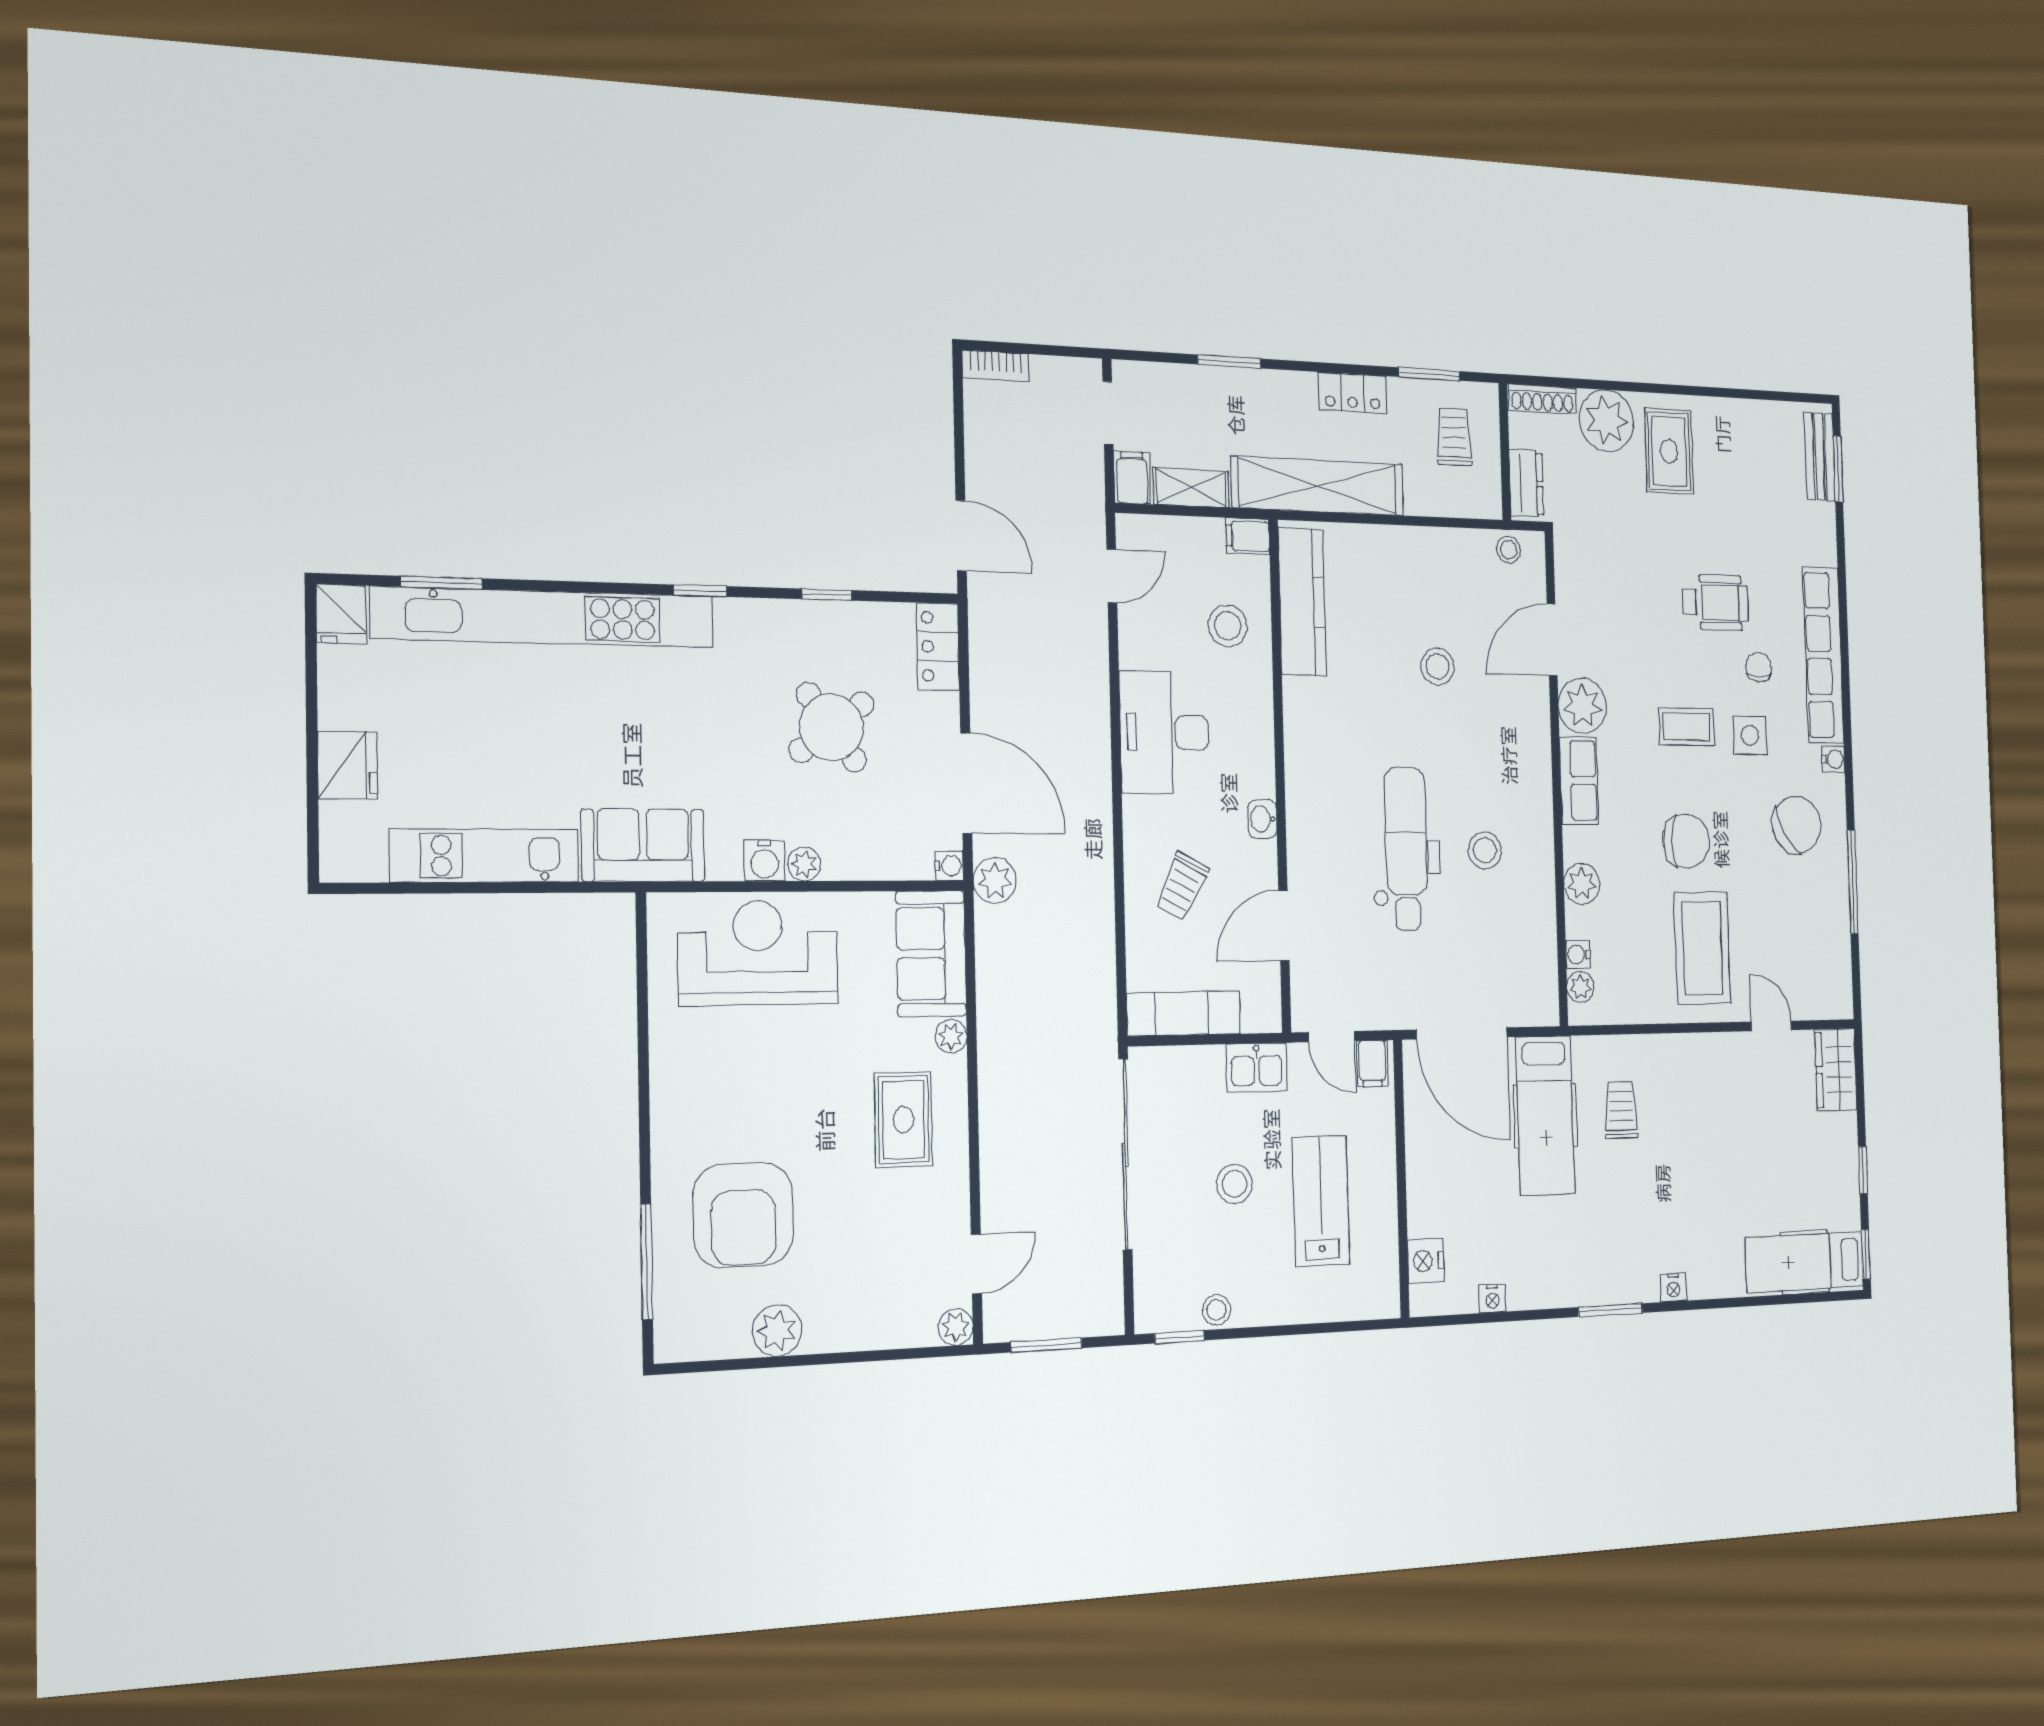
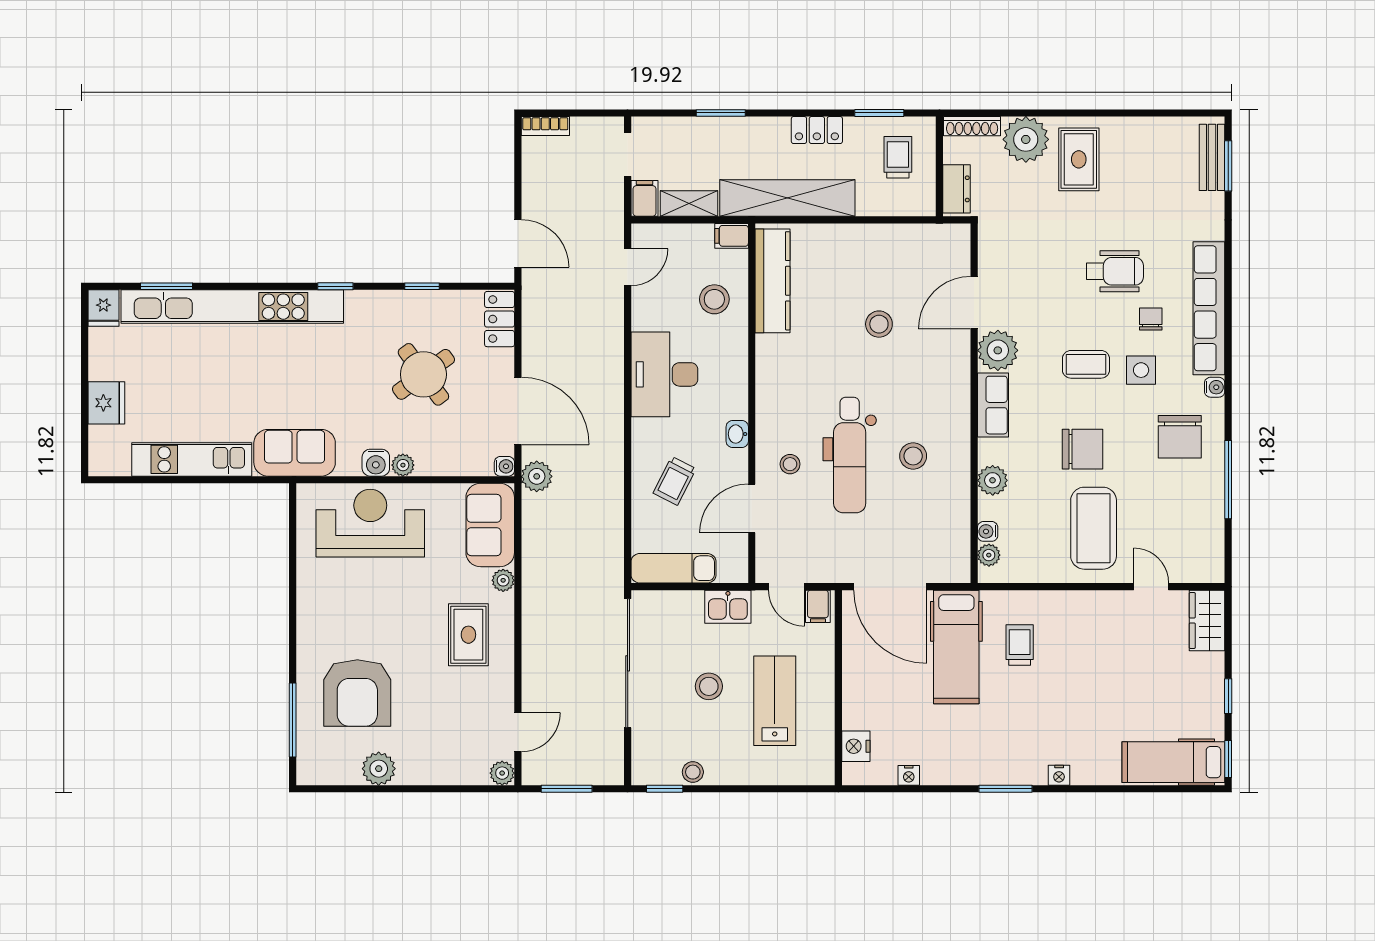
stool: (1509, 550) -> (790, 464), moved
chair: (1797, 825) -> (1180, 437), turned 121
dental chair: (1406, 849) -> (850, 455), turned 180

